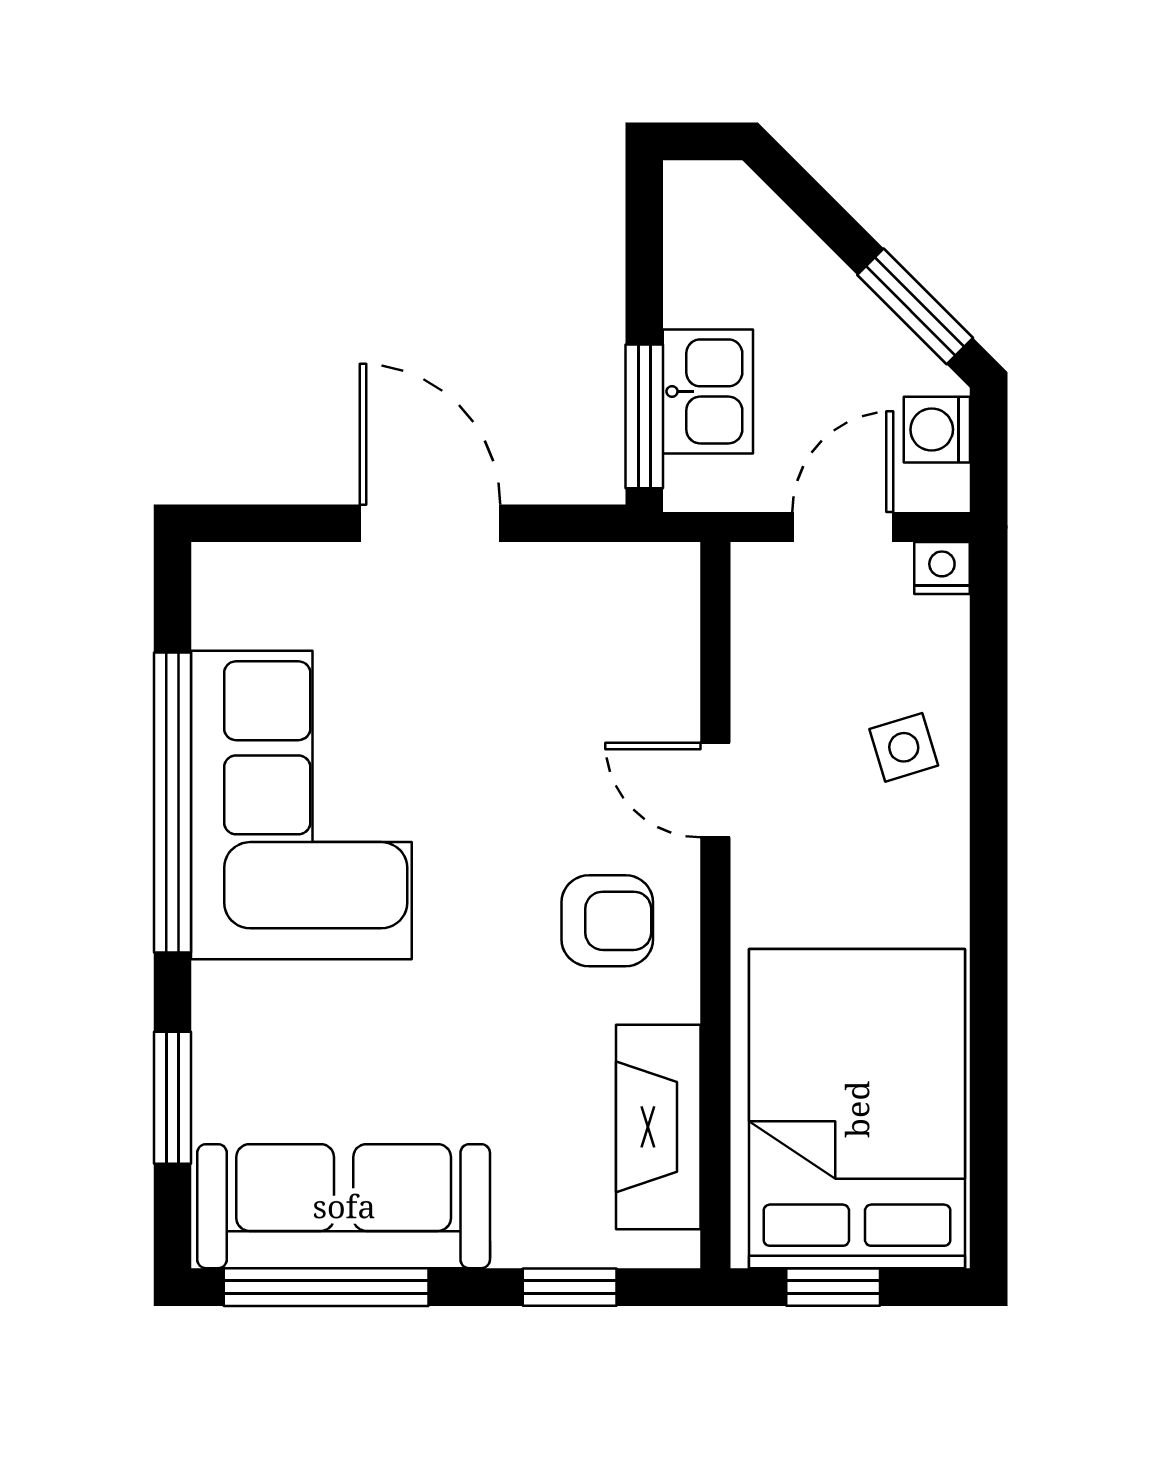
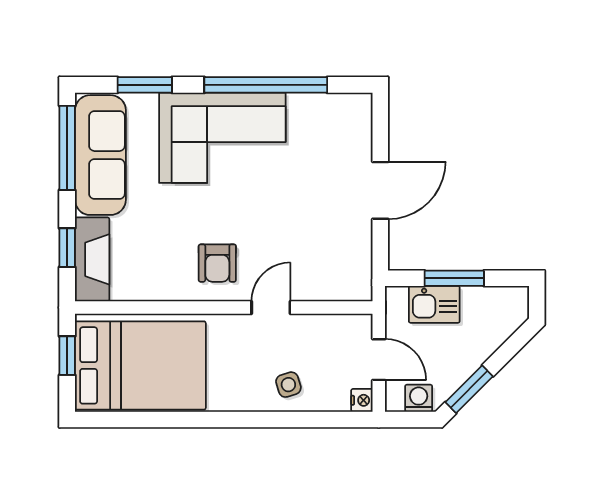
window: (644, 416) -> (454, 278), moved
corner sofa: (301, 805) -> (222, 138), moved
fireplace: (658, 1127) -> (92, 259), moved, turned 90

